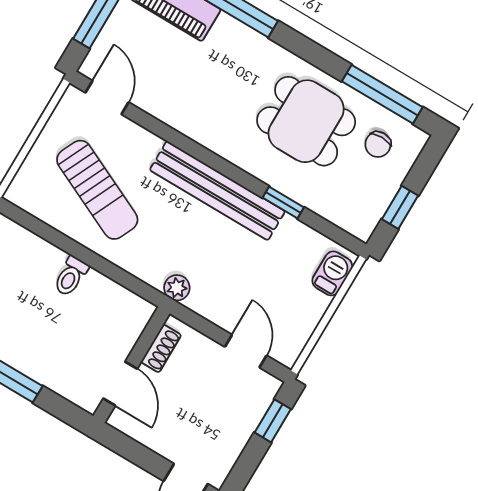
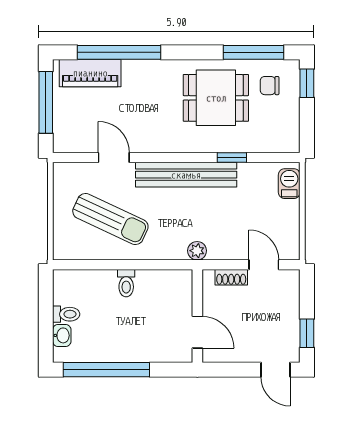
door: (107, 97) -> (114, 157), moved
chair: (378, 144) -> (270, 86), turned 90
window: (400, 207) -> (307, 83), moved
shoe rack: (161, 348) -> (231, 277), moved, turned 90
window: (273, 421) -> (307, 333), moved

